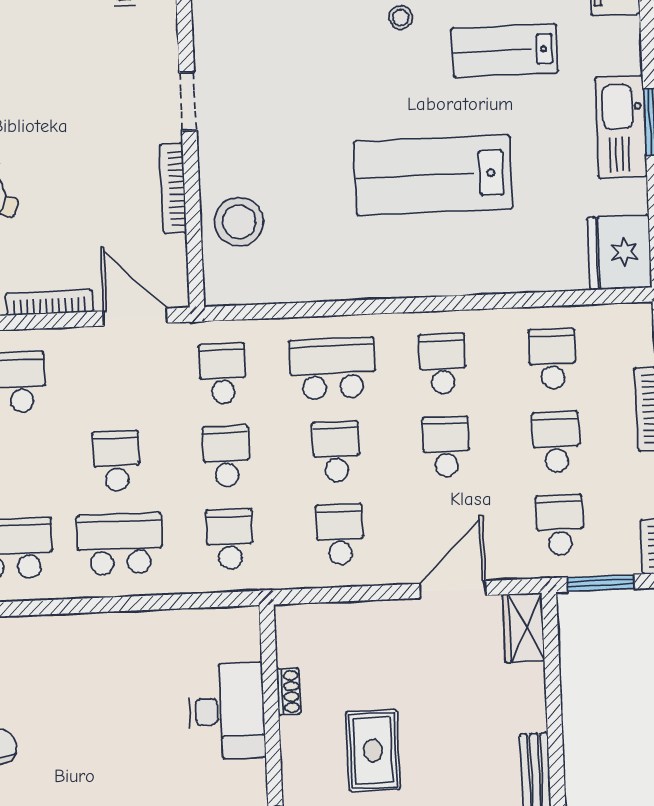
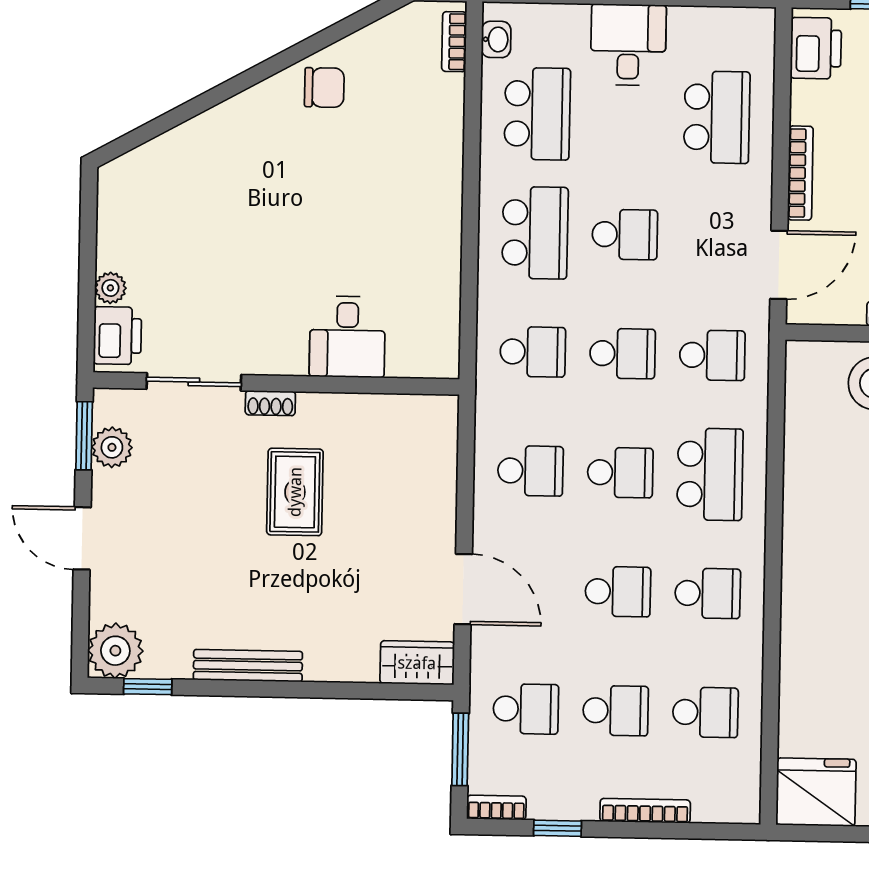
shoe rack: (289, 692) -> (270, 403), moved
desk: (227, 711) -> (347, 337), width x0.73
rug: (373, 750) -> (295, 492), turned 90

